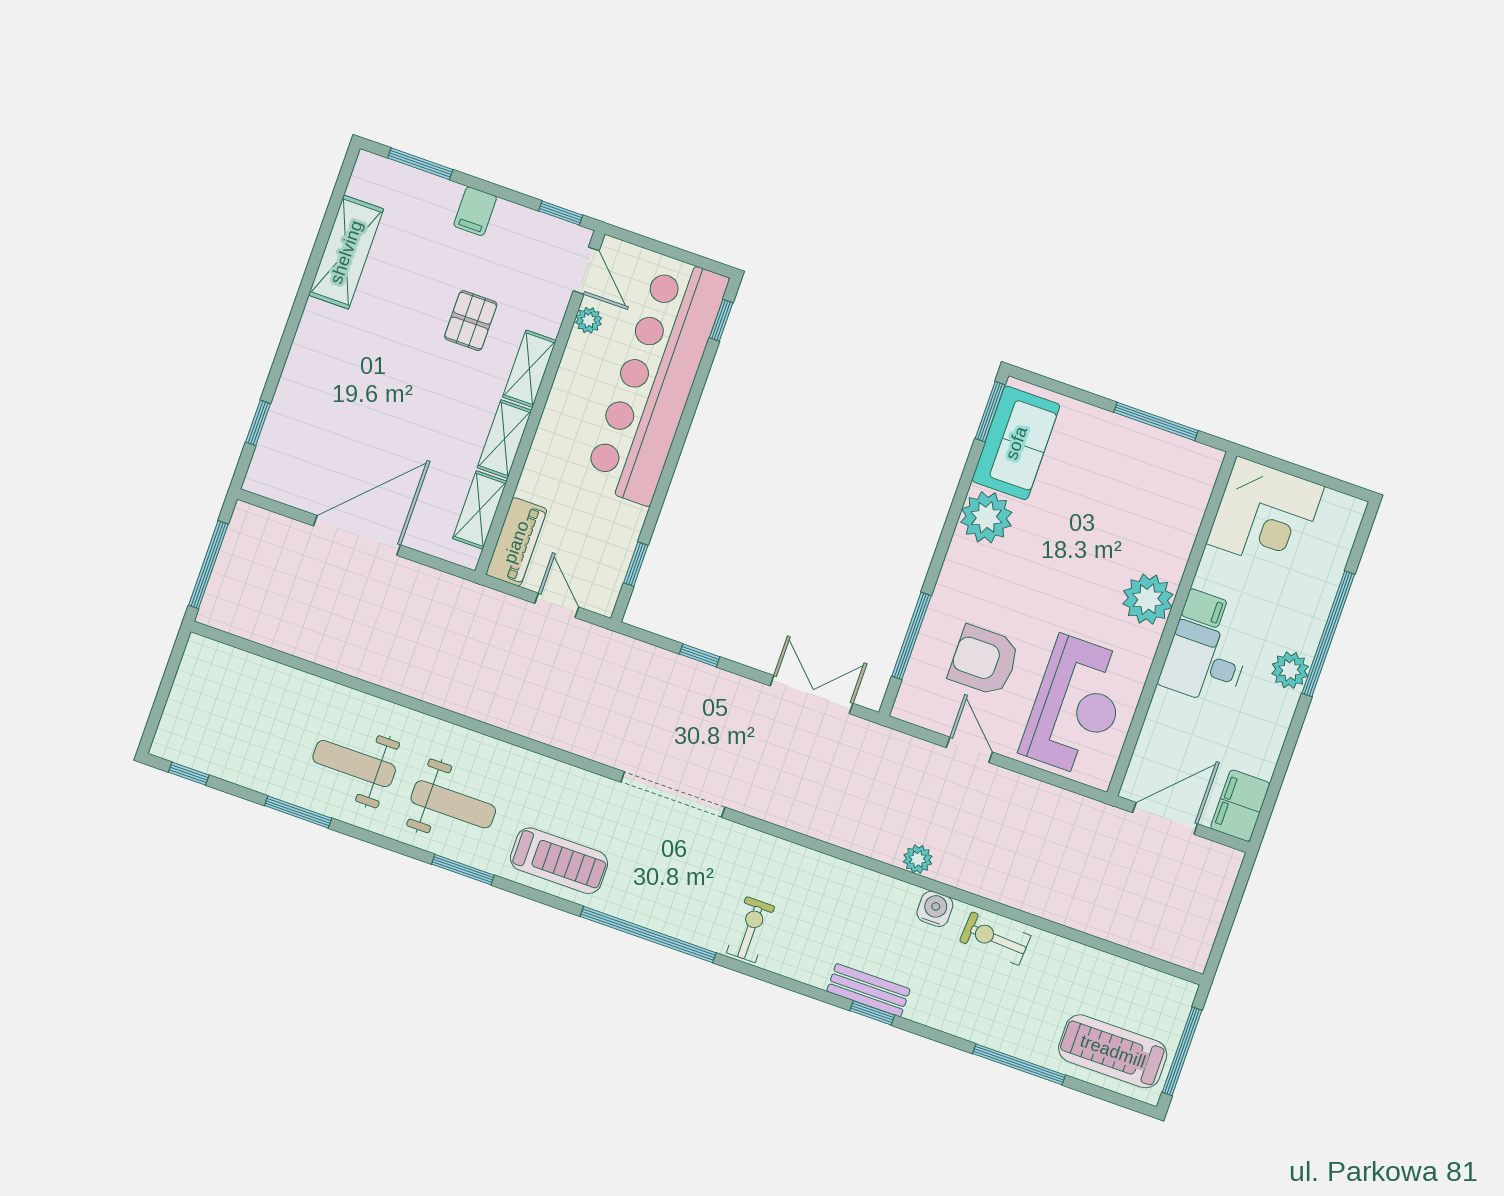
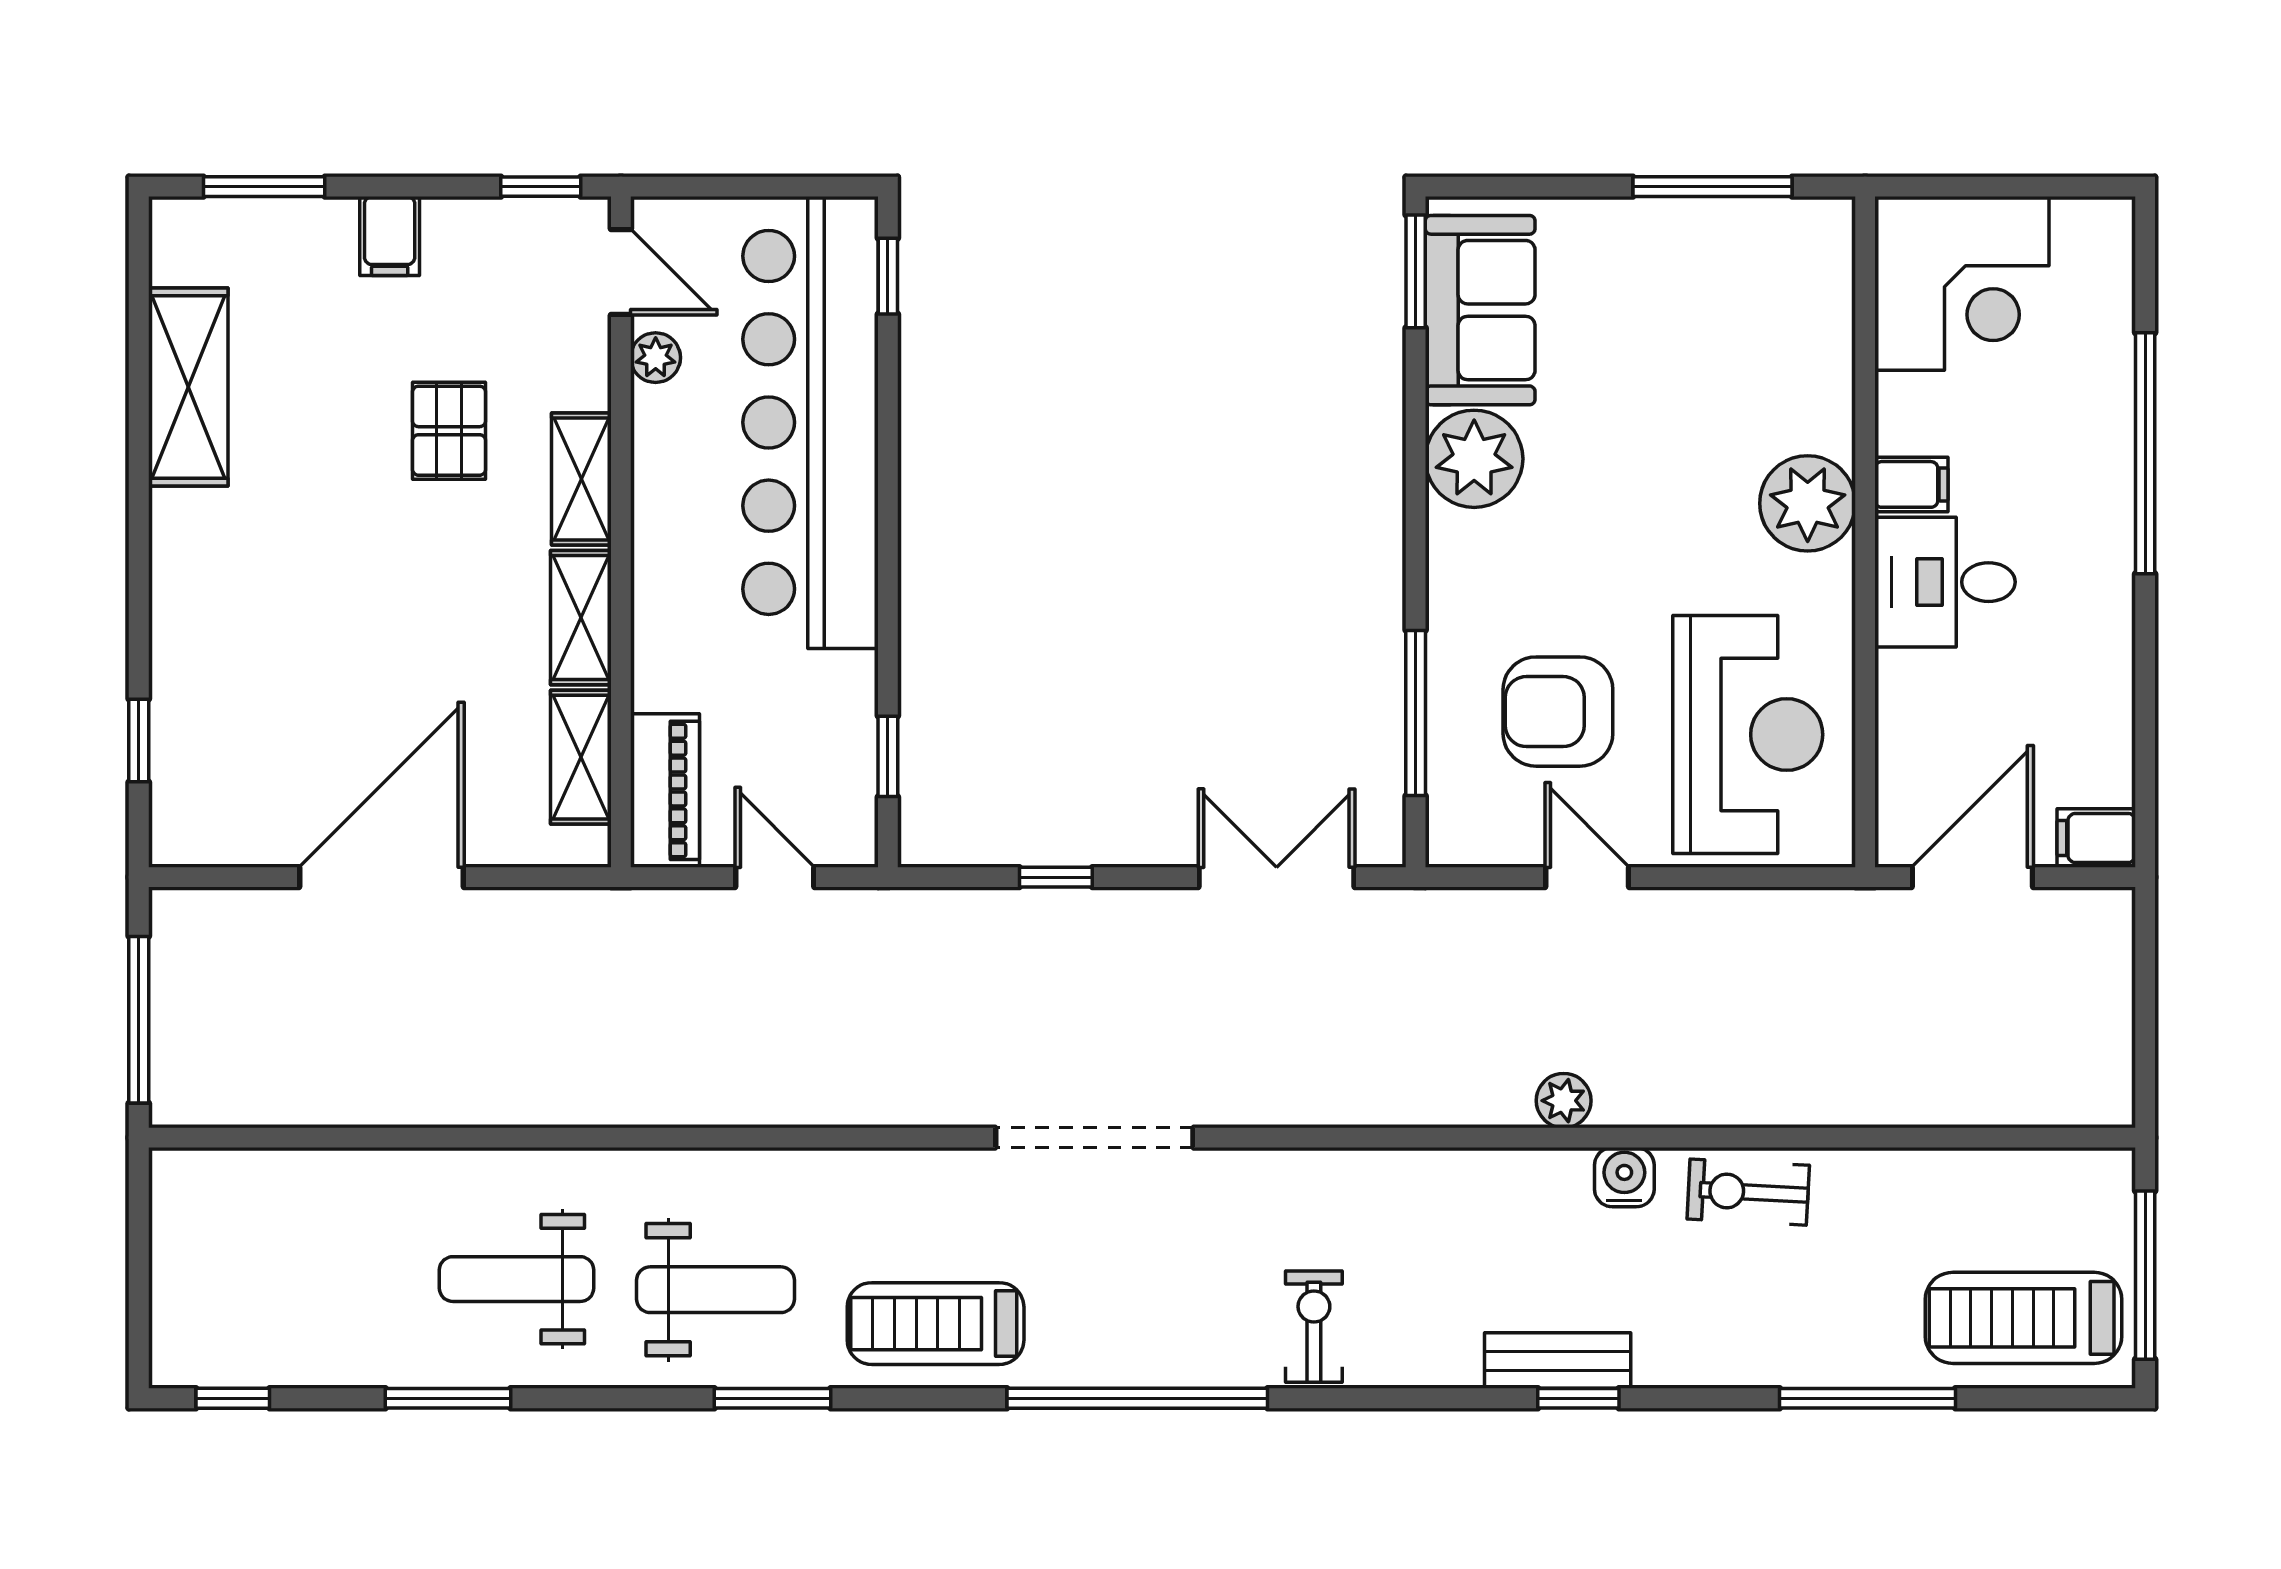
plant: (1290, 670) -> (2100, 540), removed
filing cabinet: (1240, 806) -> (2096, 838), width x0.50
treadmill: (559, 861) -> (936, 1324), turned 180

